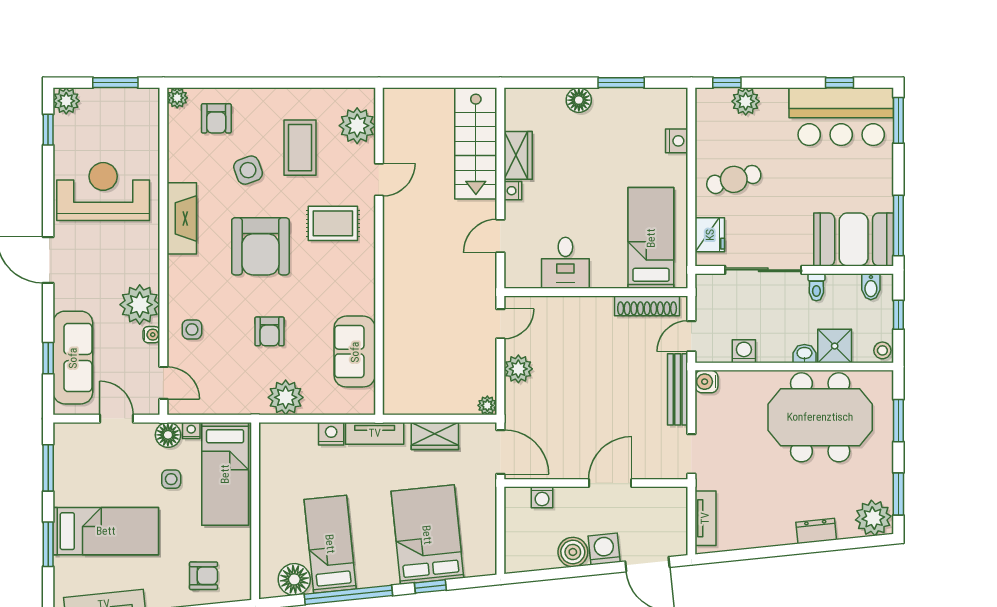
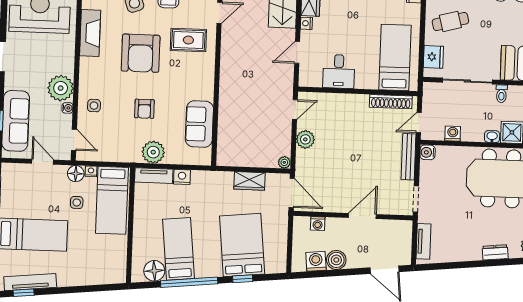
tv unit: (375, 433) -> (154, 176), moved
washing machine: (604, 549) -> (316, 261), moved
armchair: (204, 576) -> (95, 266), removed

